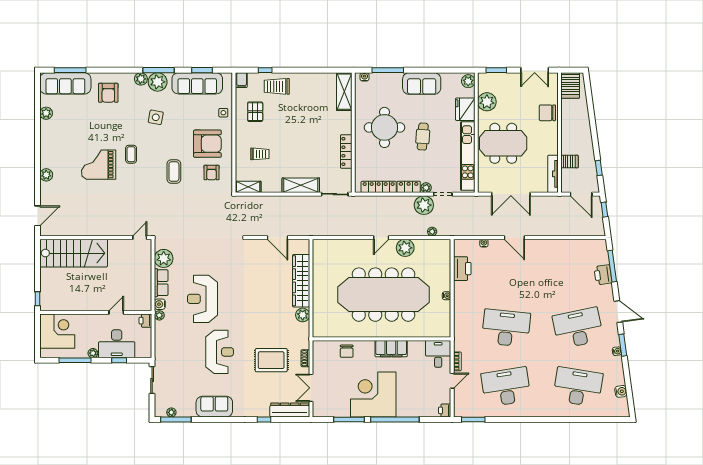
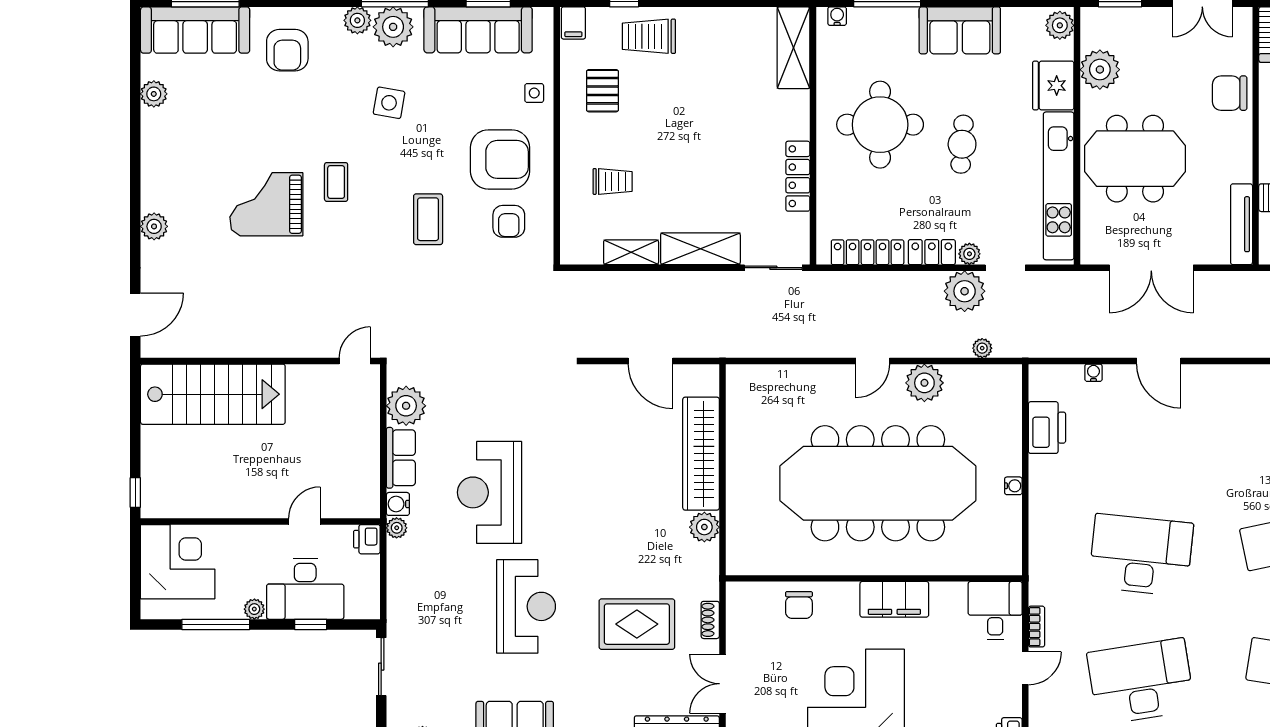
shelving: (248, 187) -> (631, 252), moved

